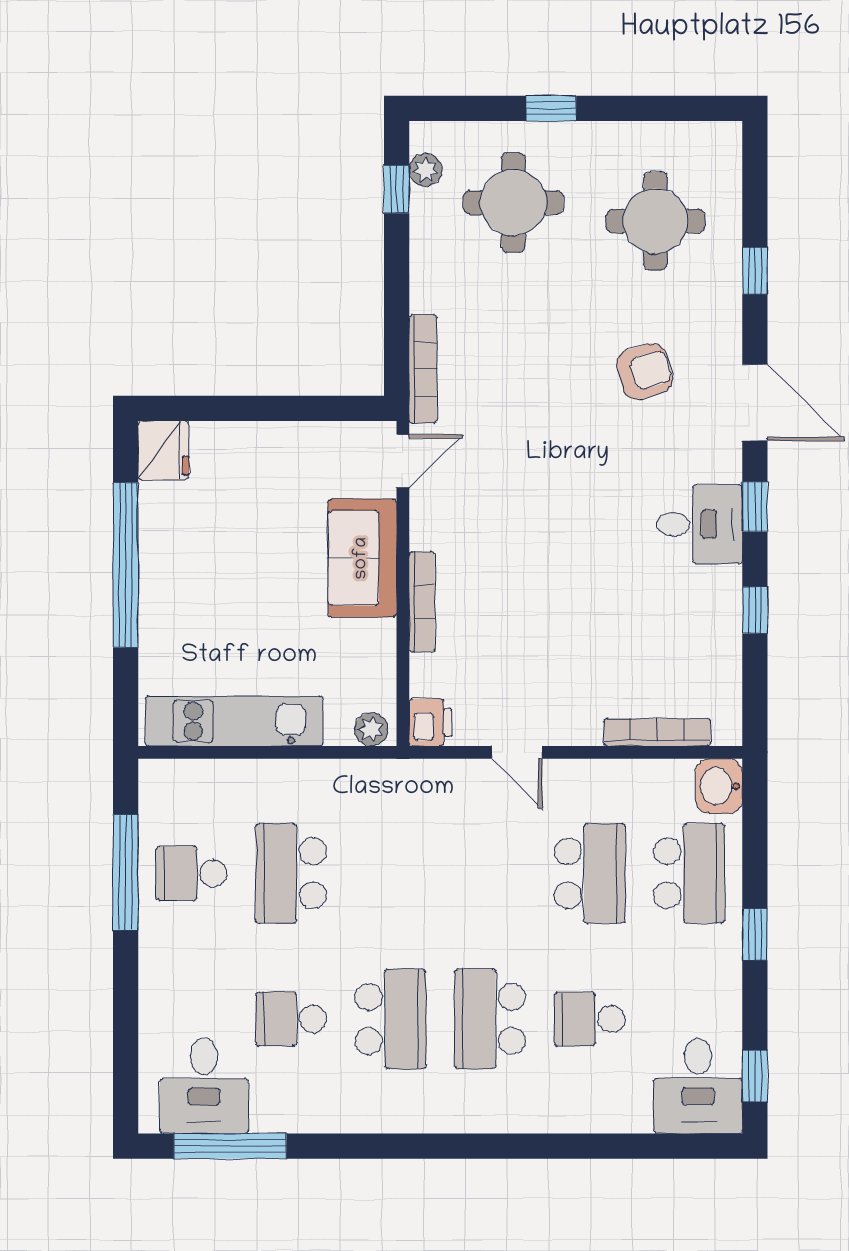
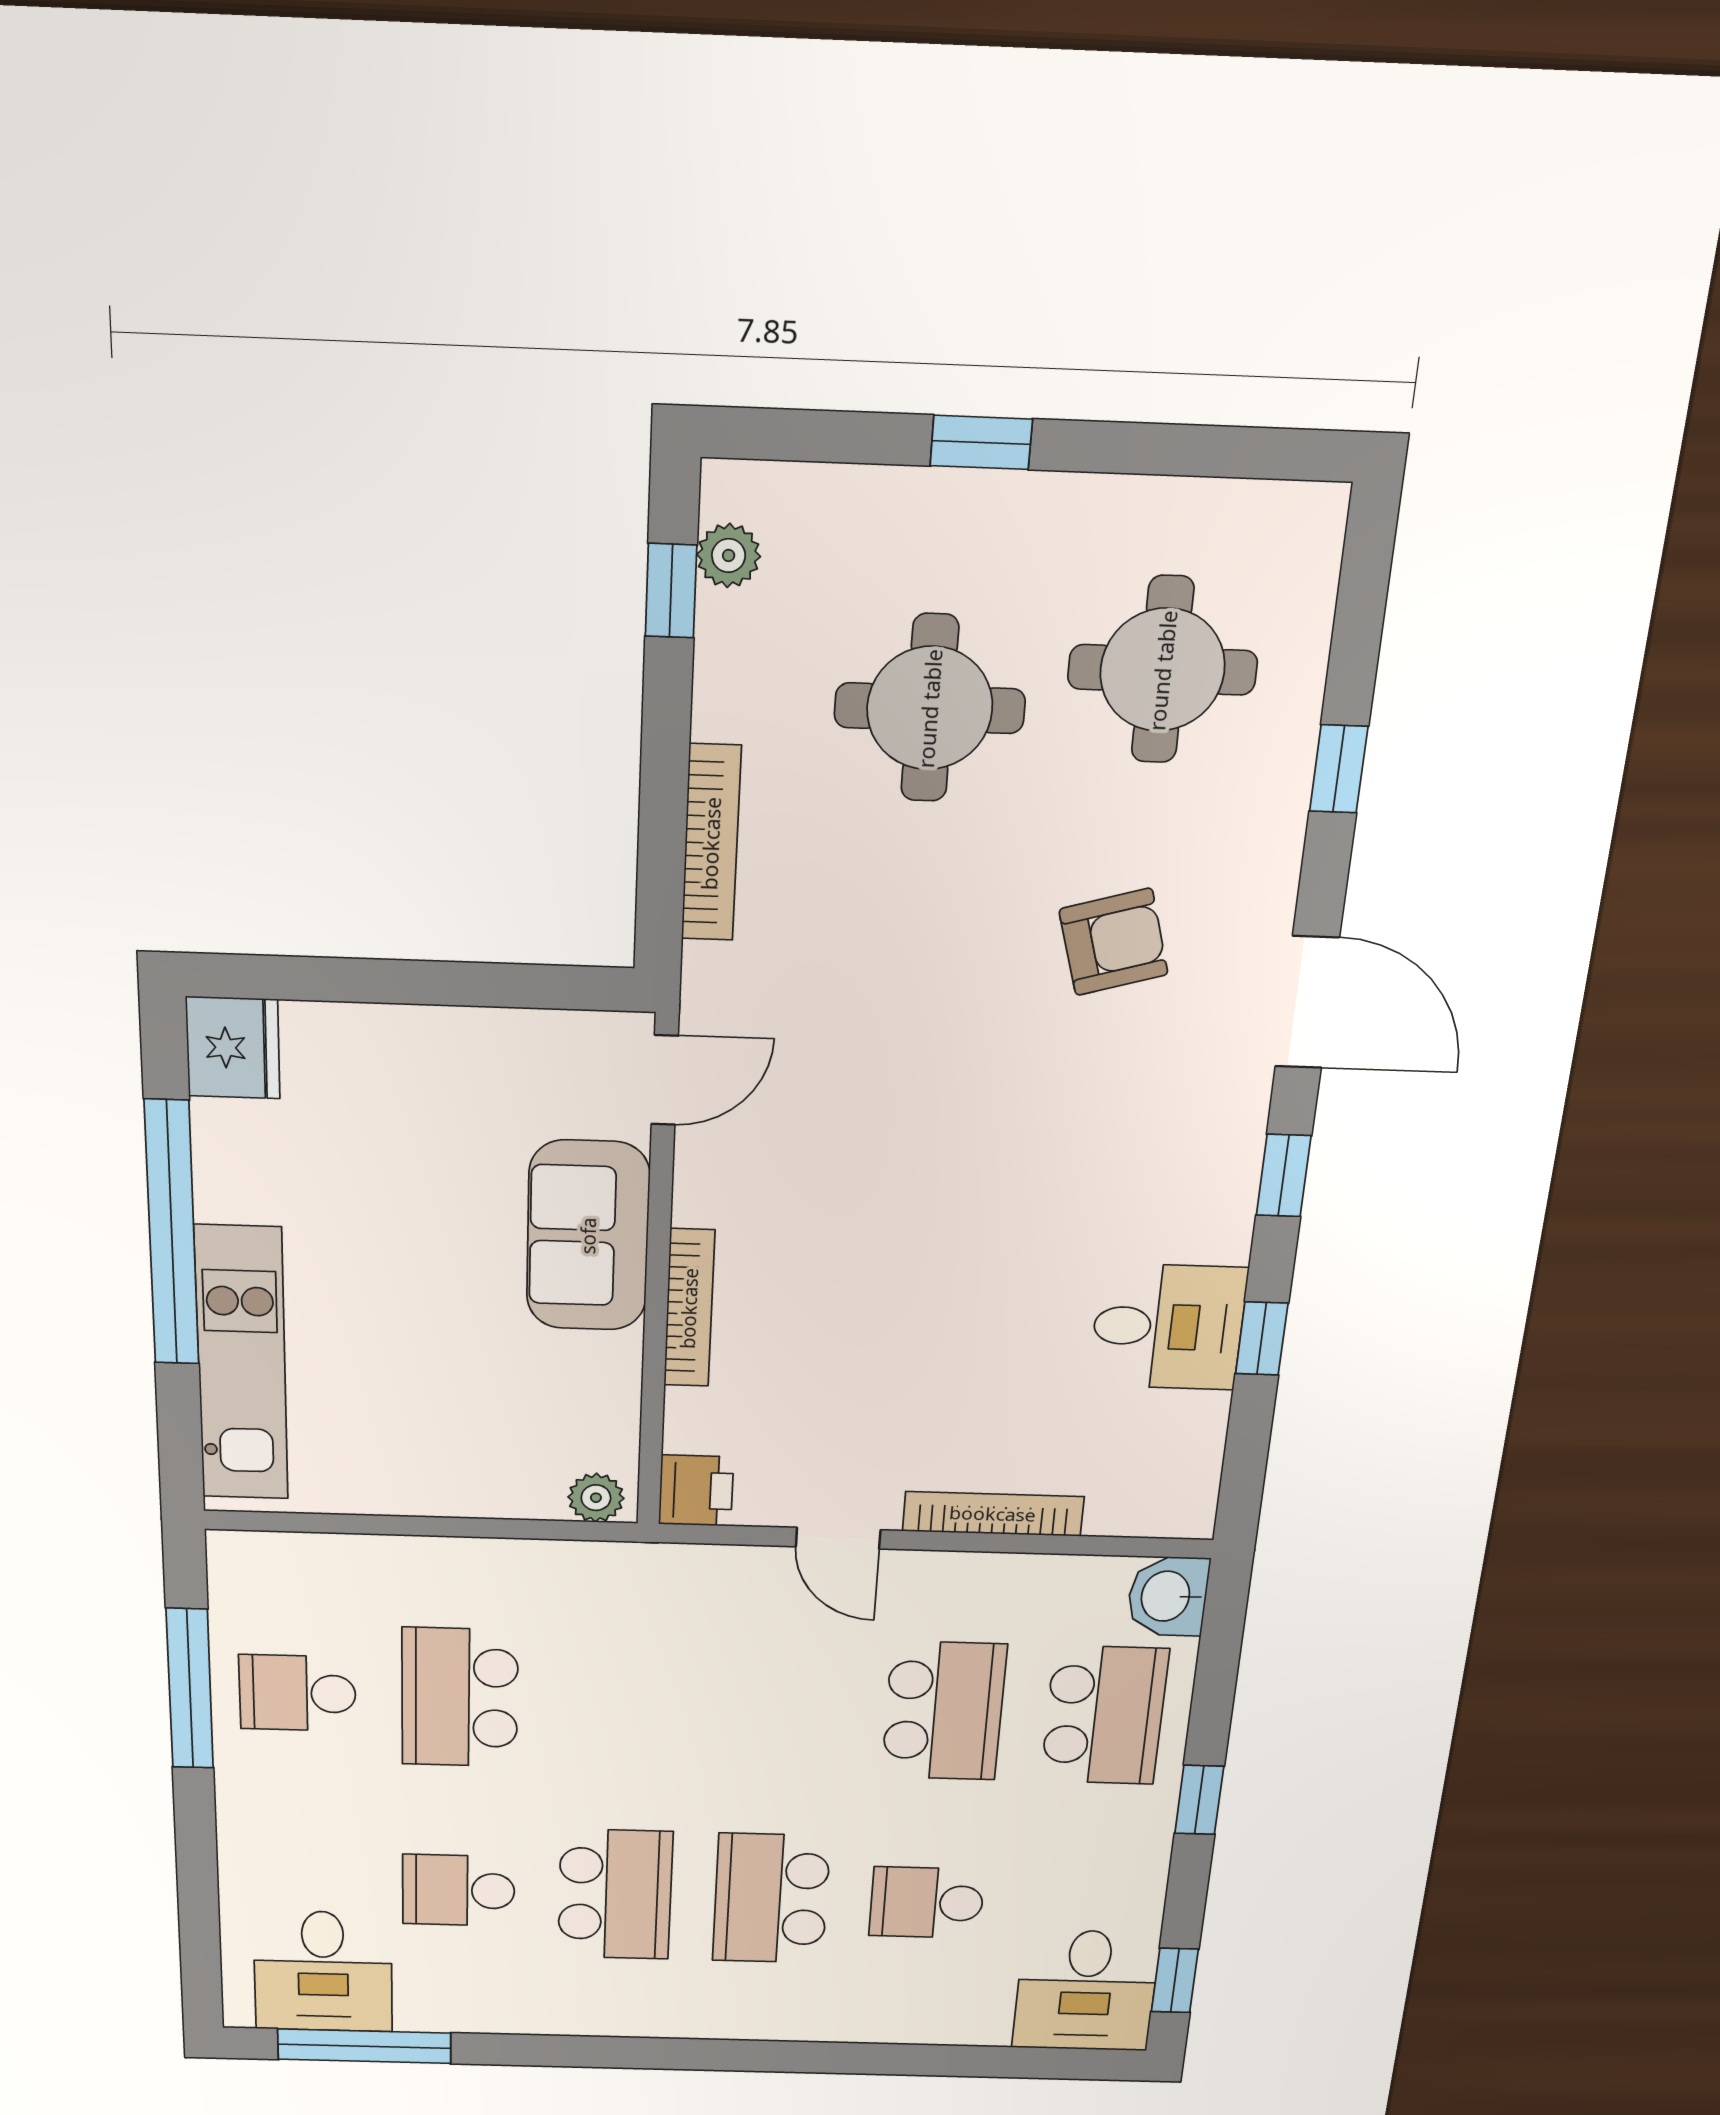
round table: (513, 203) -> (930, 708), moved
bookcase: (423, 369) -> (711, 843), moved
desk: (700, 524) -> (1168, 1327), moved
kitchen unit: (234, 721) -> (242, 1364), moved, turned 90
bookcase: (657, 732) -> (993, 1514), moved

